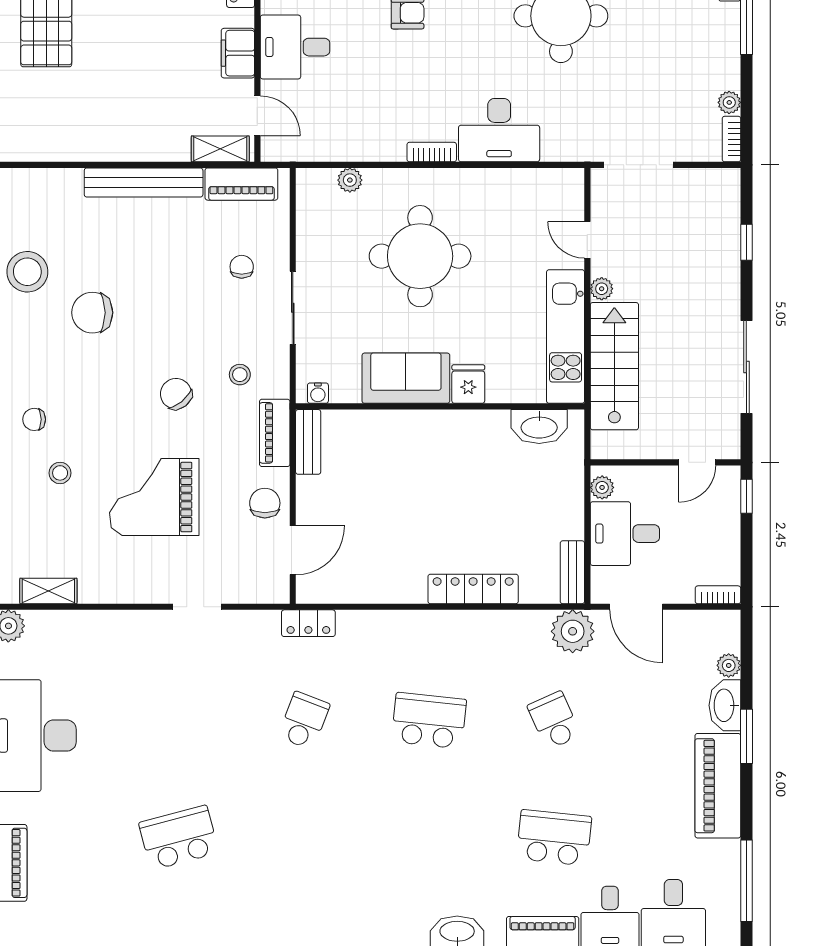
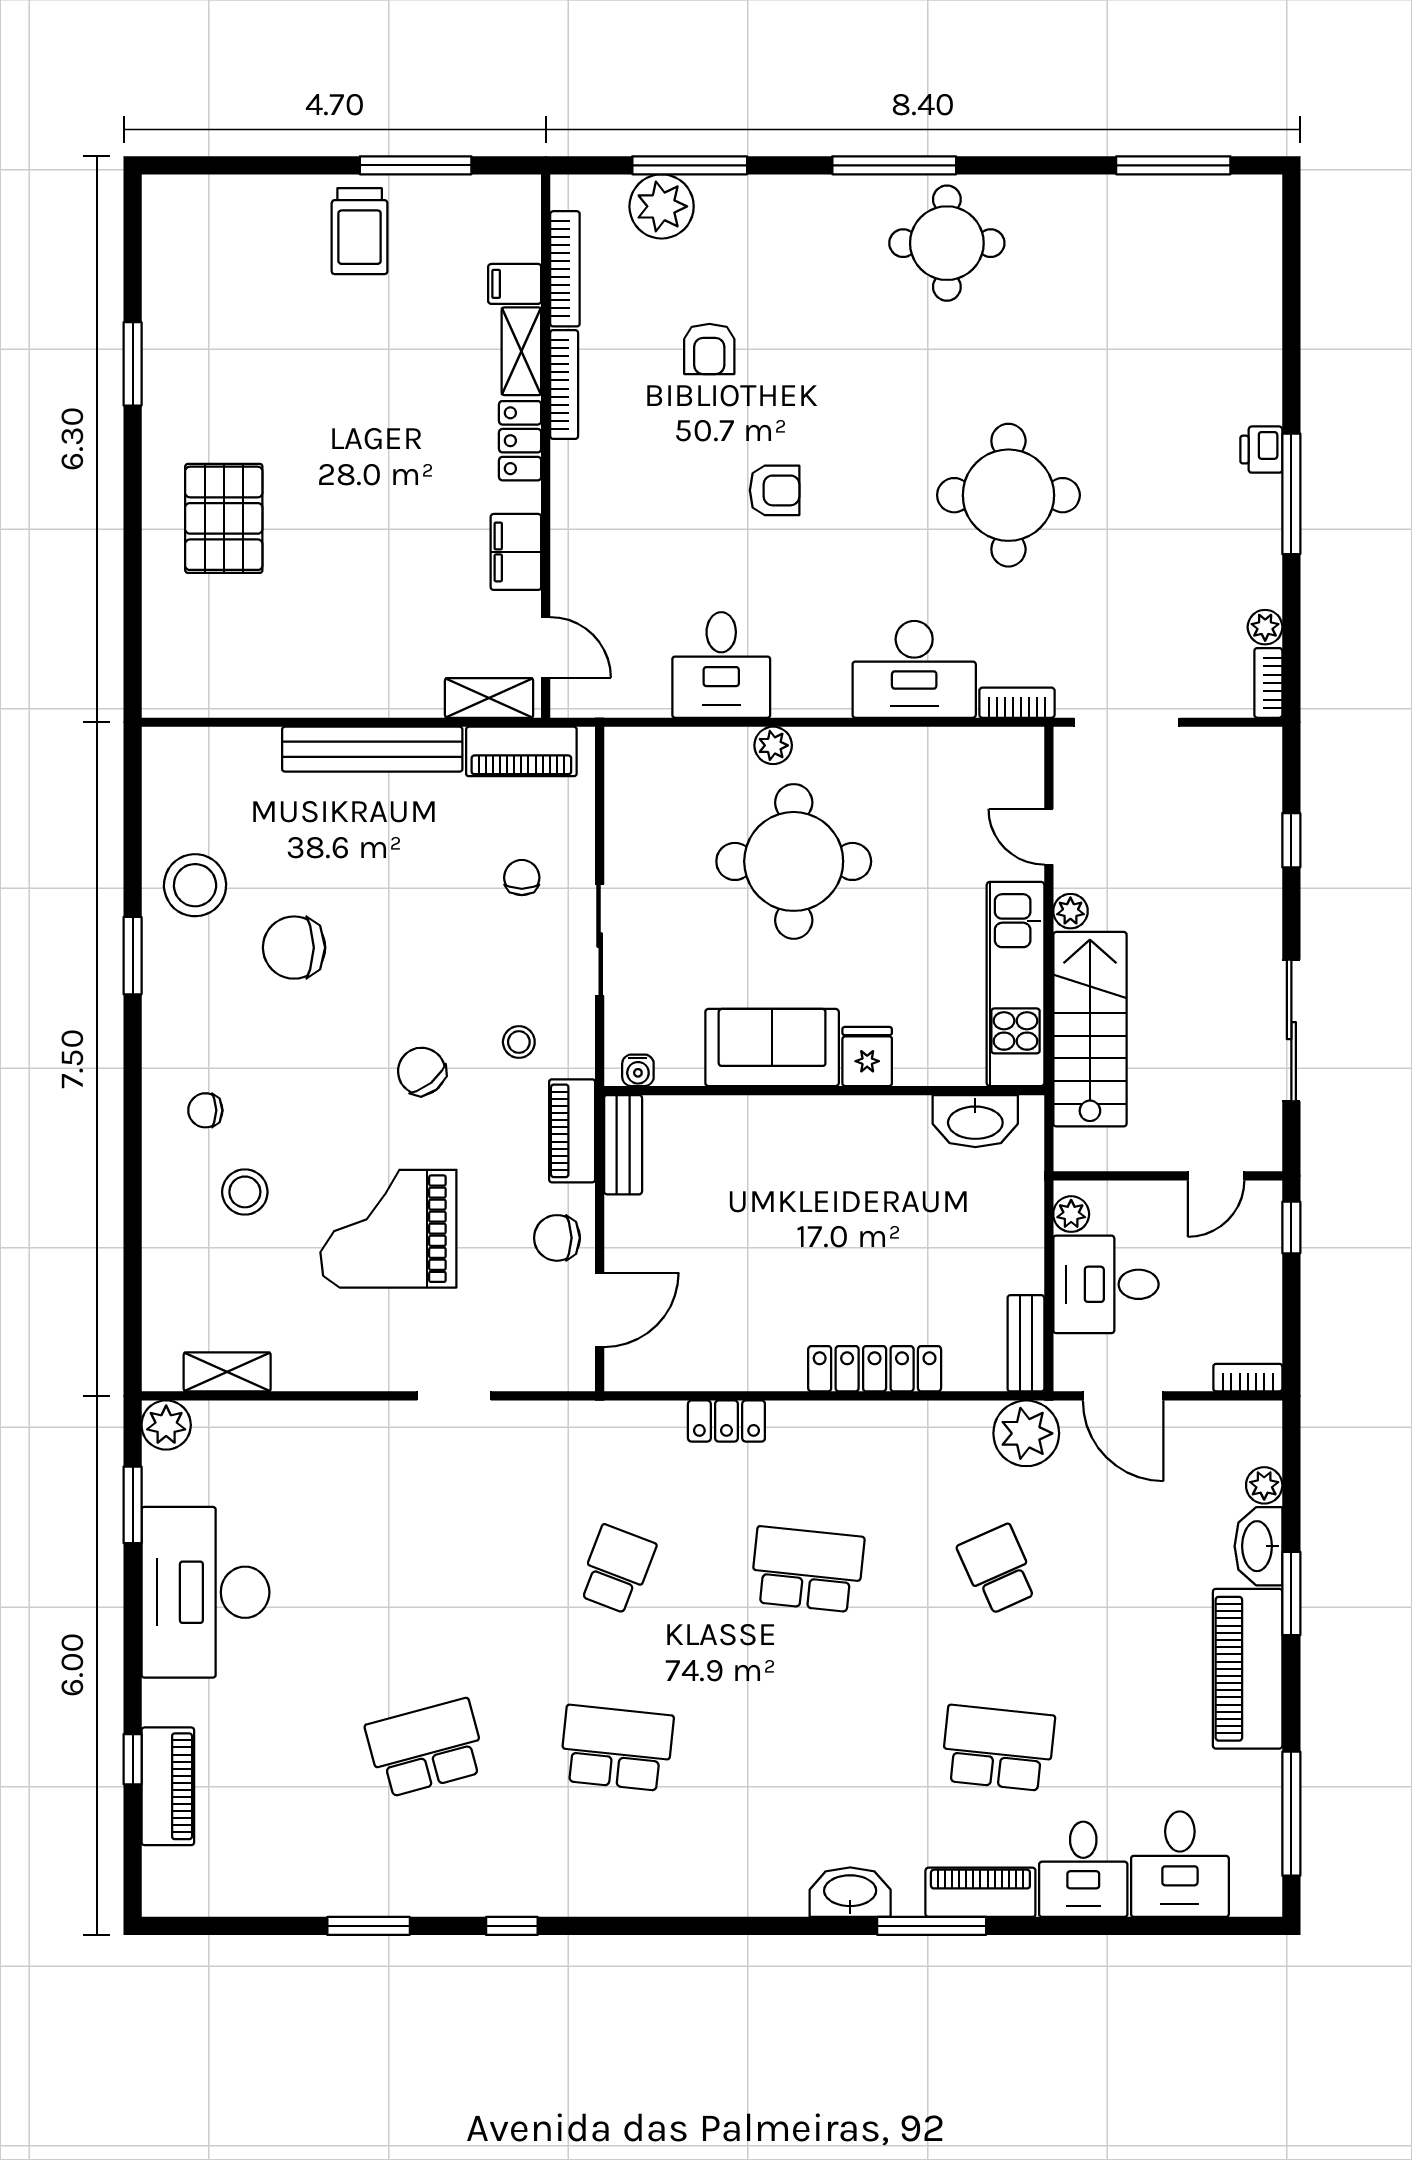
desk: (295, 47) -> (721, 665), moved, turned -90
bookcase: (432, 152) -> (1017, 703), moved
plant: (350, 180) -> (773, 745), moved
stool: (60, 473) -> (245, 1192), width x1.37, depth x1.37
chair: (265, 503) -> (557, 1238), turned -90
locker: (308, 623) -> (726, 1421), moved
school desk: (304, 838) -> (617, 1748), added

